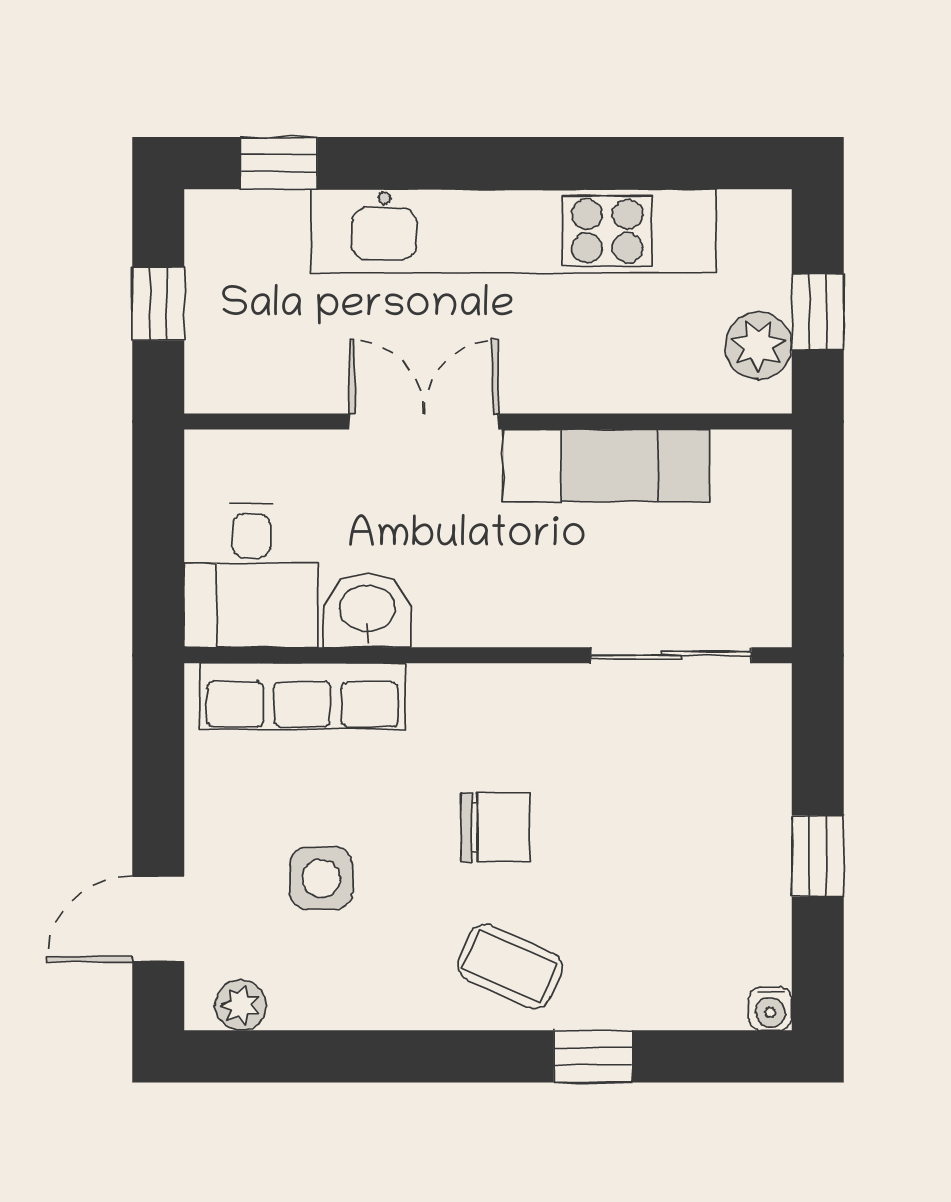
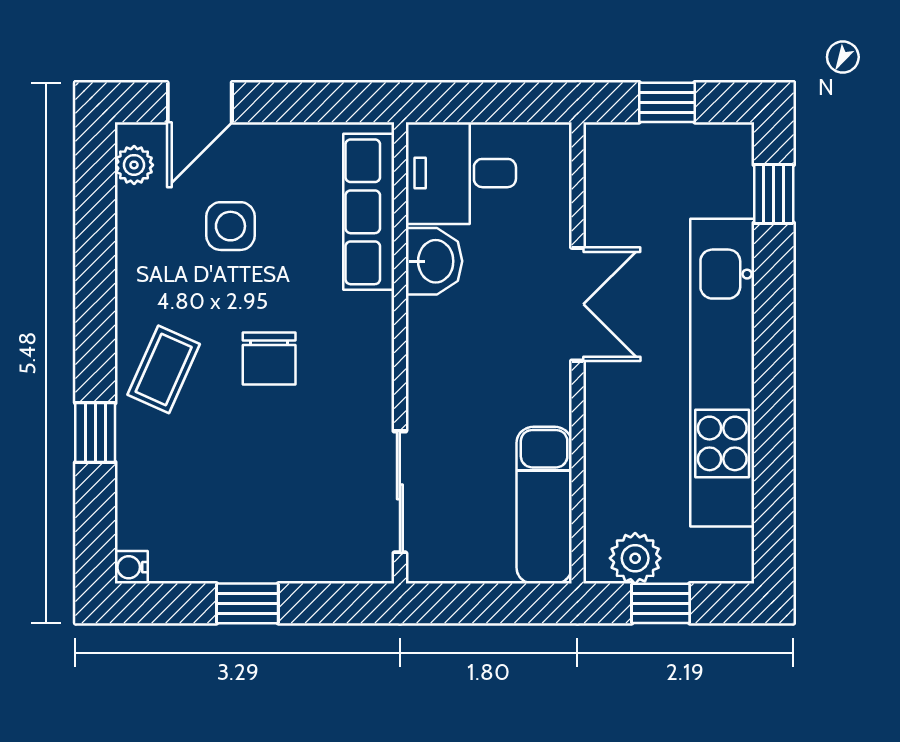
exam couch: (607, 465) -> (544, 505), moved
door: (158, 919) -> (200, 102), swing flipped

